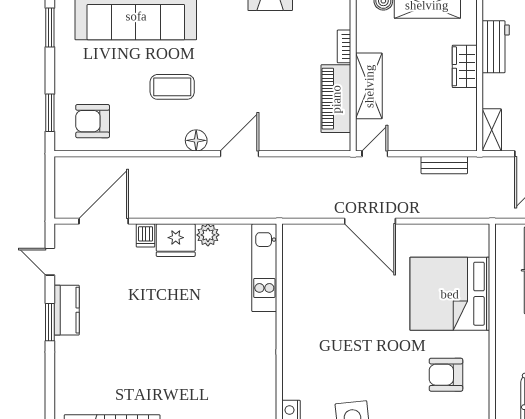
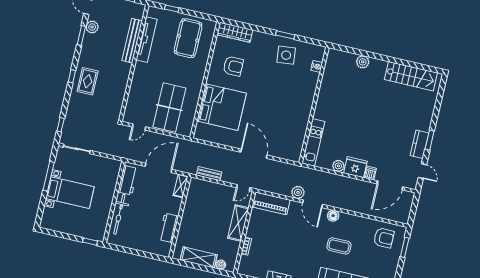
wardrobe: (465, 66) -> (187, 222), removed
piano: (336, 99) -> (271, 203), moved, turned 90
door: (239, 154) -> (313, 204), hinge flipped
plant: (271, 168) -> (298, 192), added

